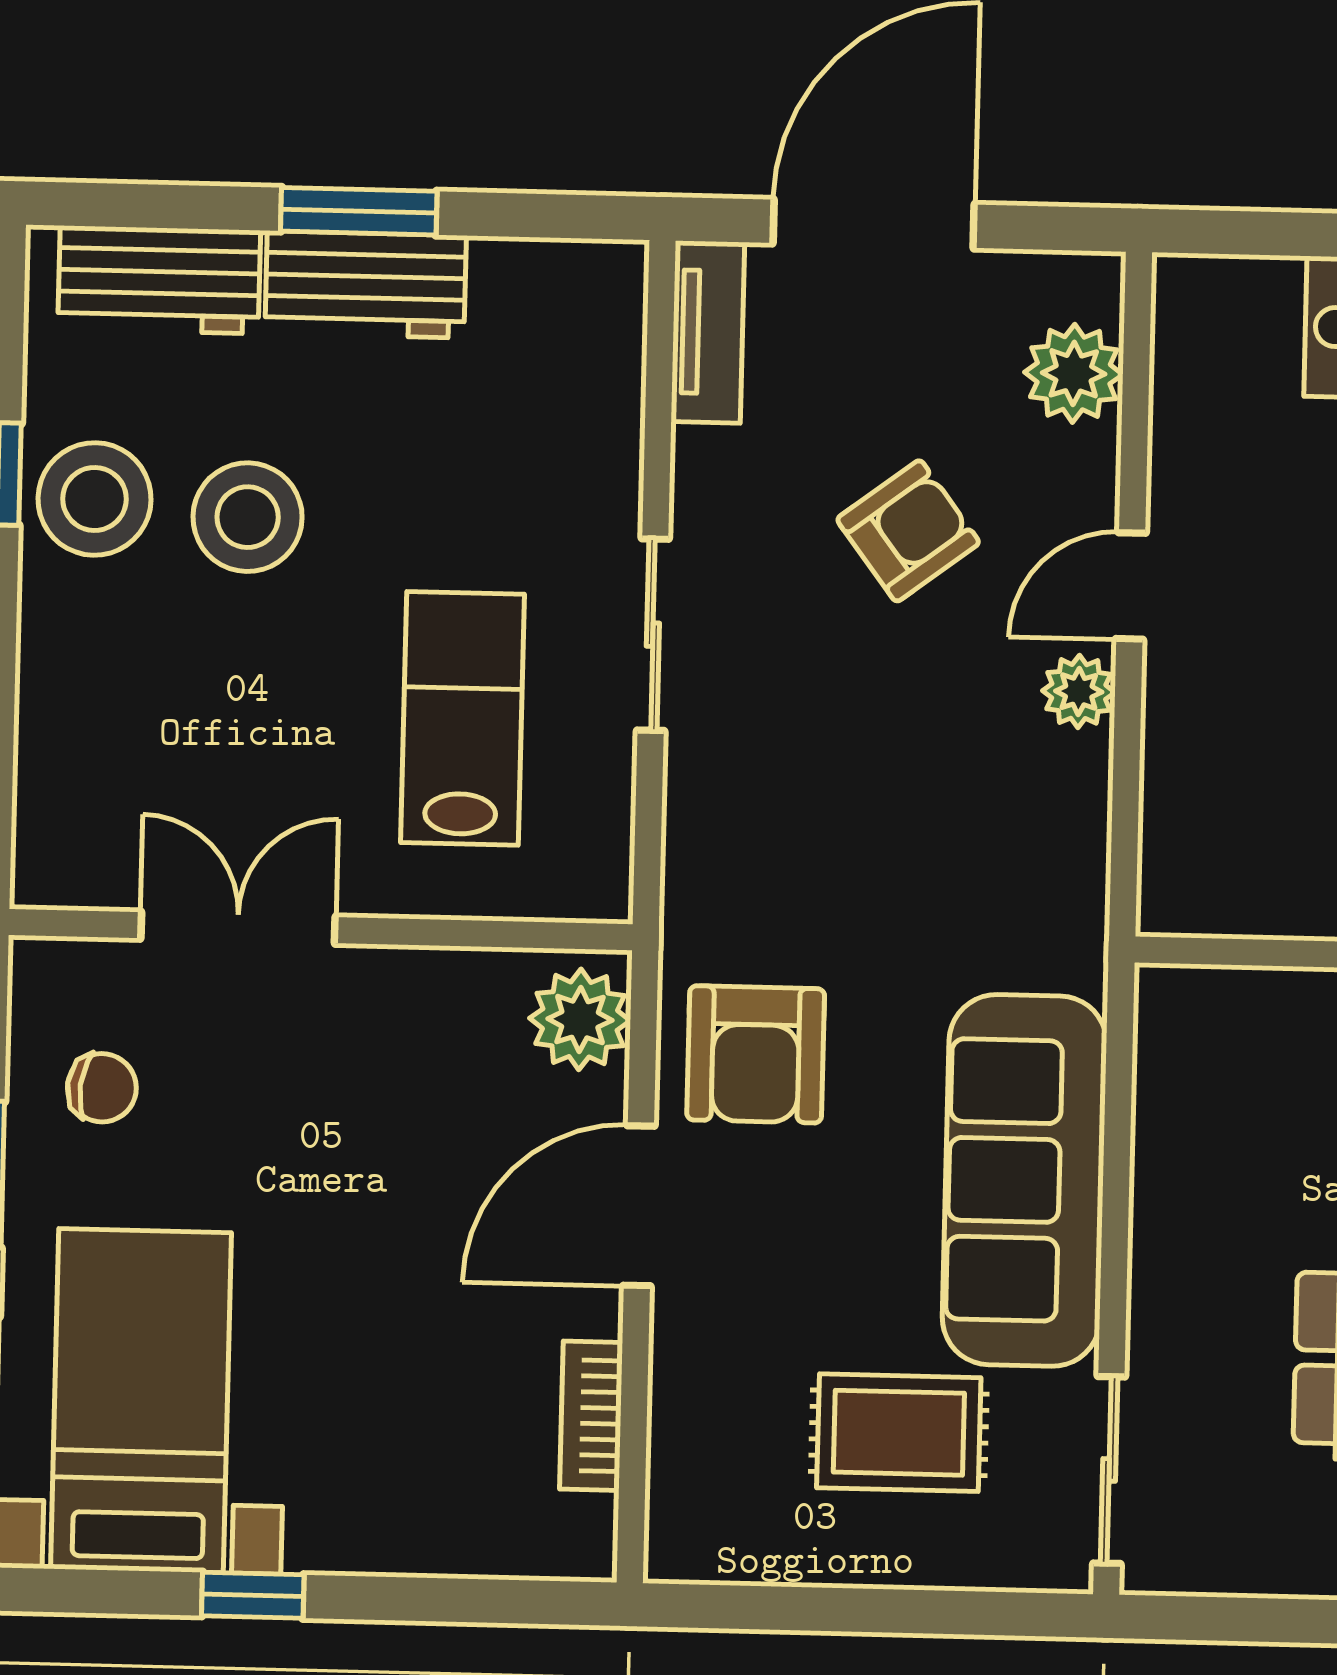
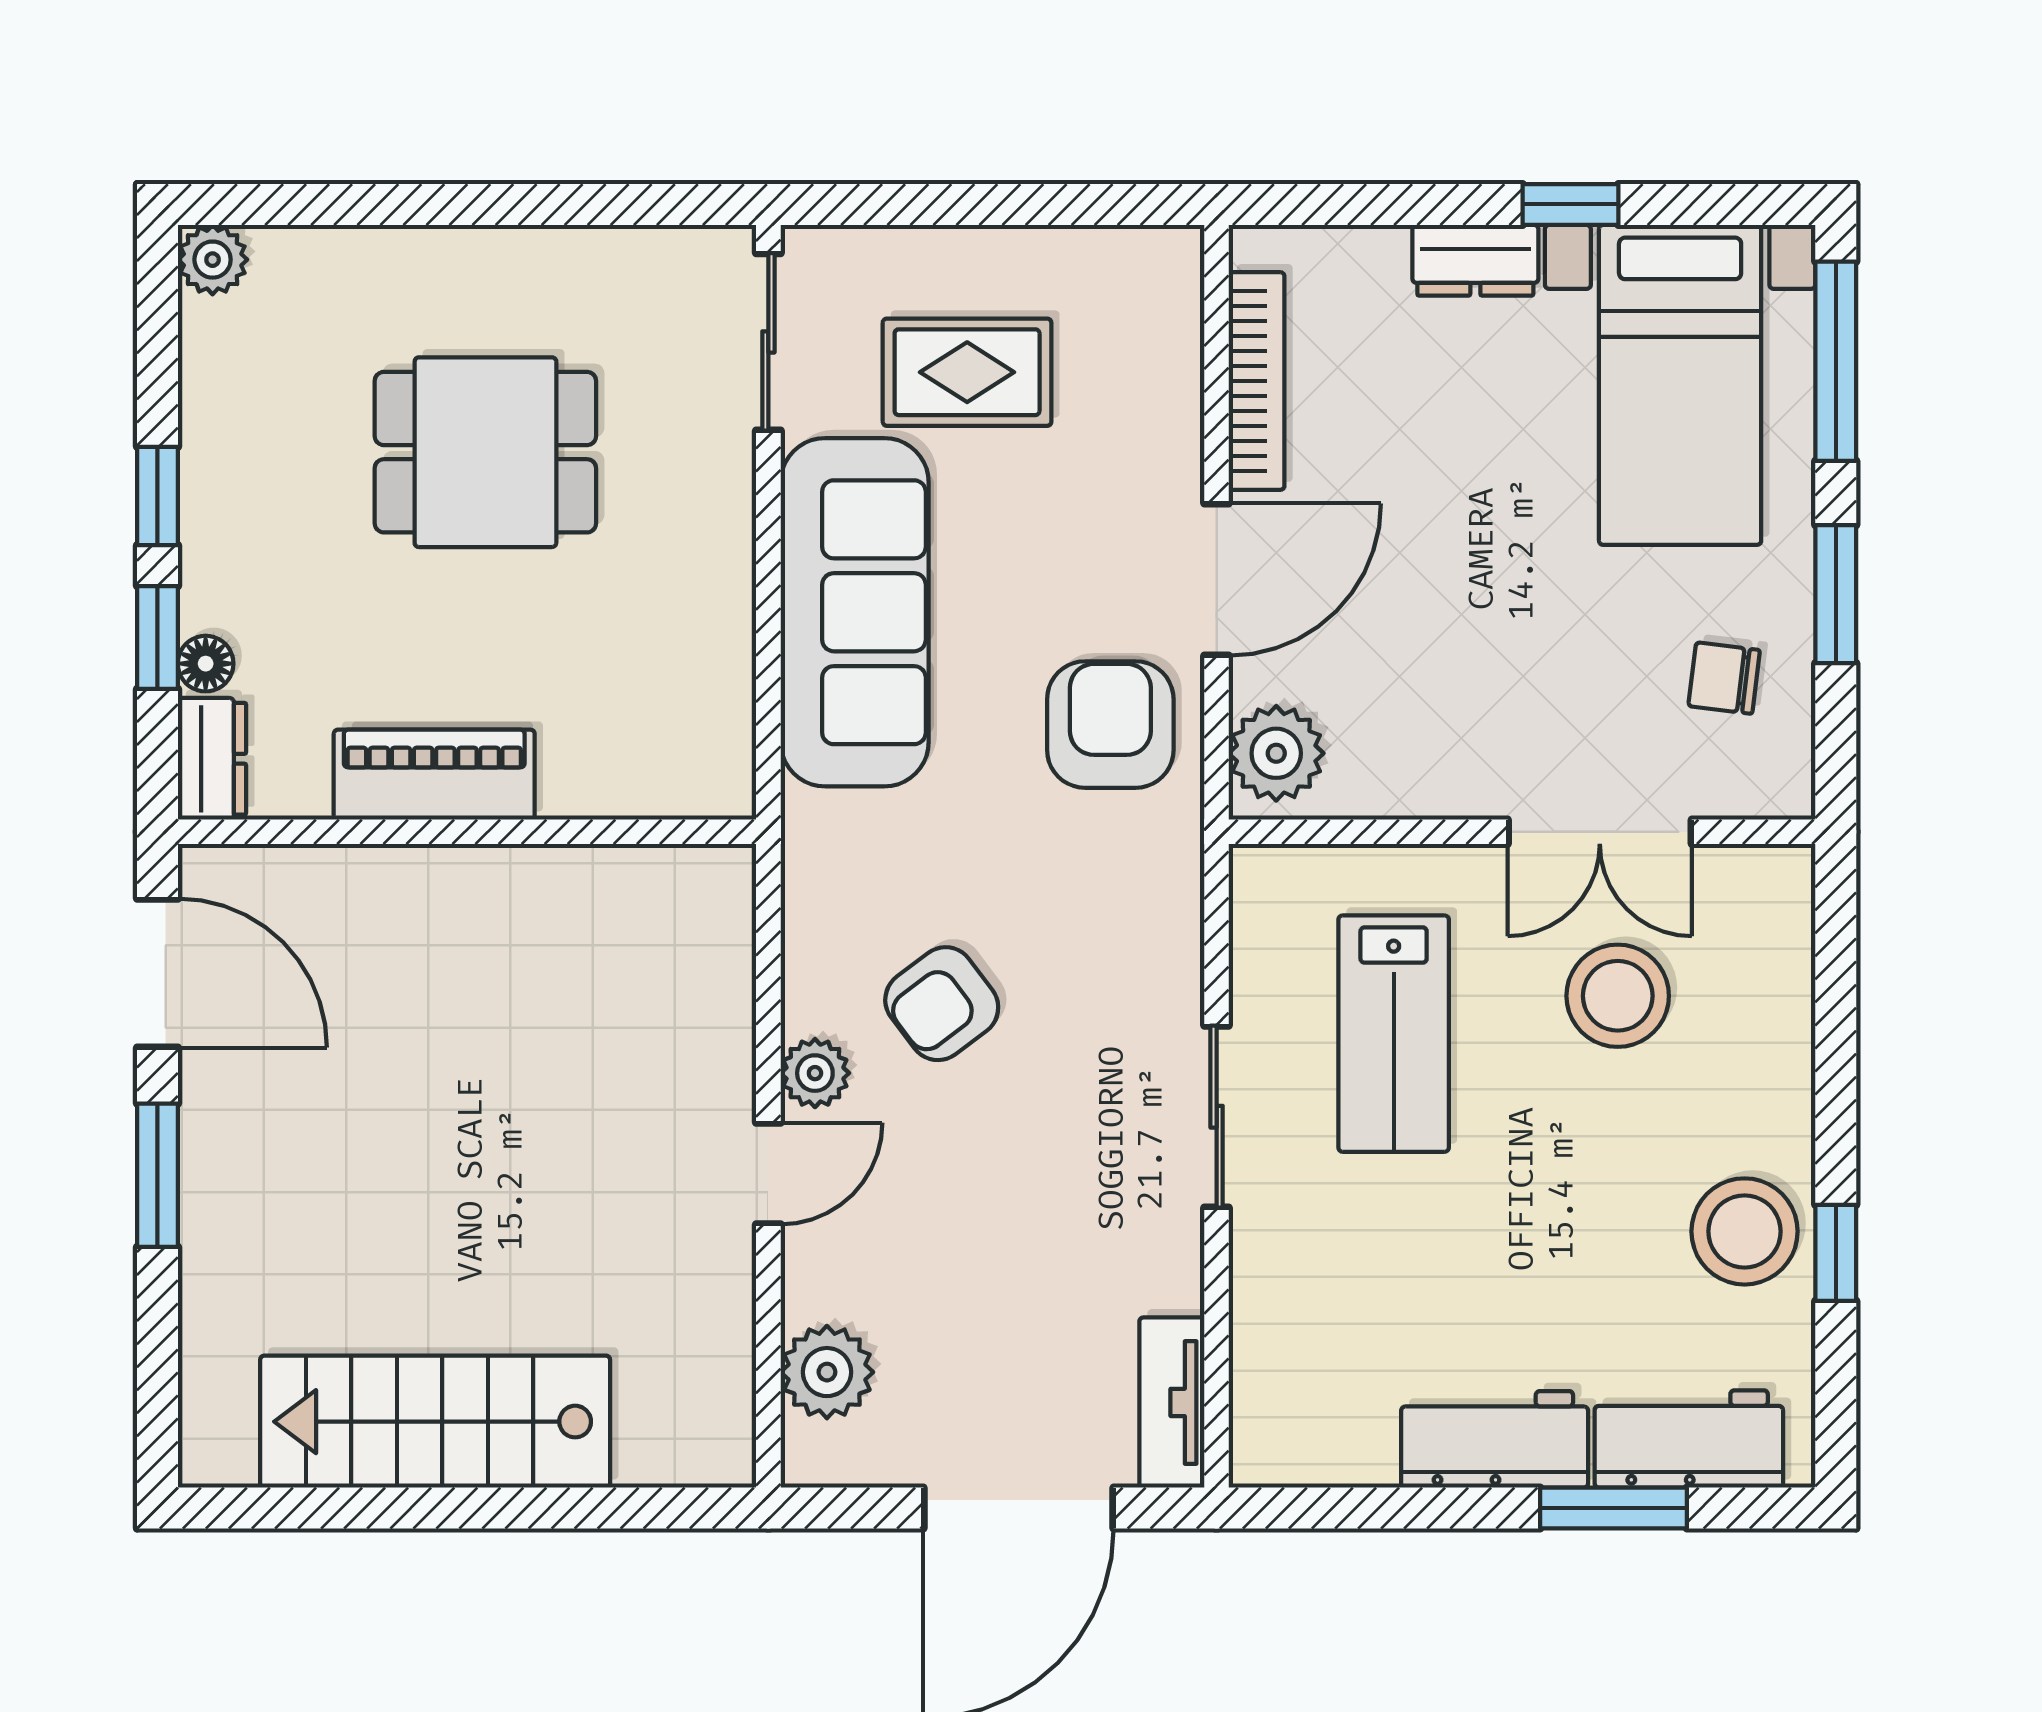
window: (359, 211) -> (1613, 1508), moved
stool: (248, 517) -> (1618, 996), moved
armchair: (908, 531) -> (942, 1004), moved
bookcase: (591, 1416) -> (1257, 381), width x1.56
dresser: (355, 1538) -> (1475, 260), added

